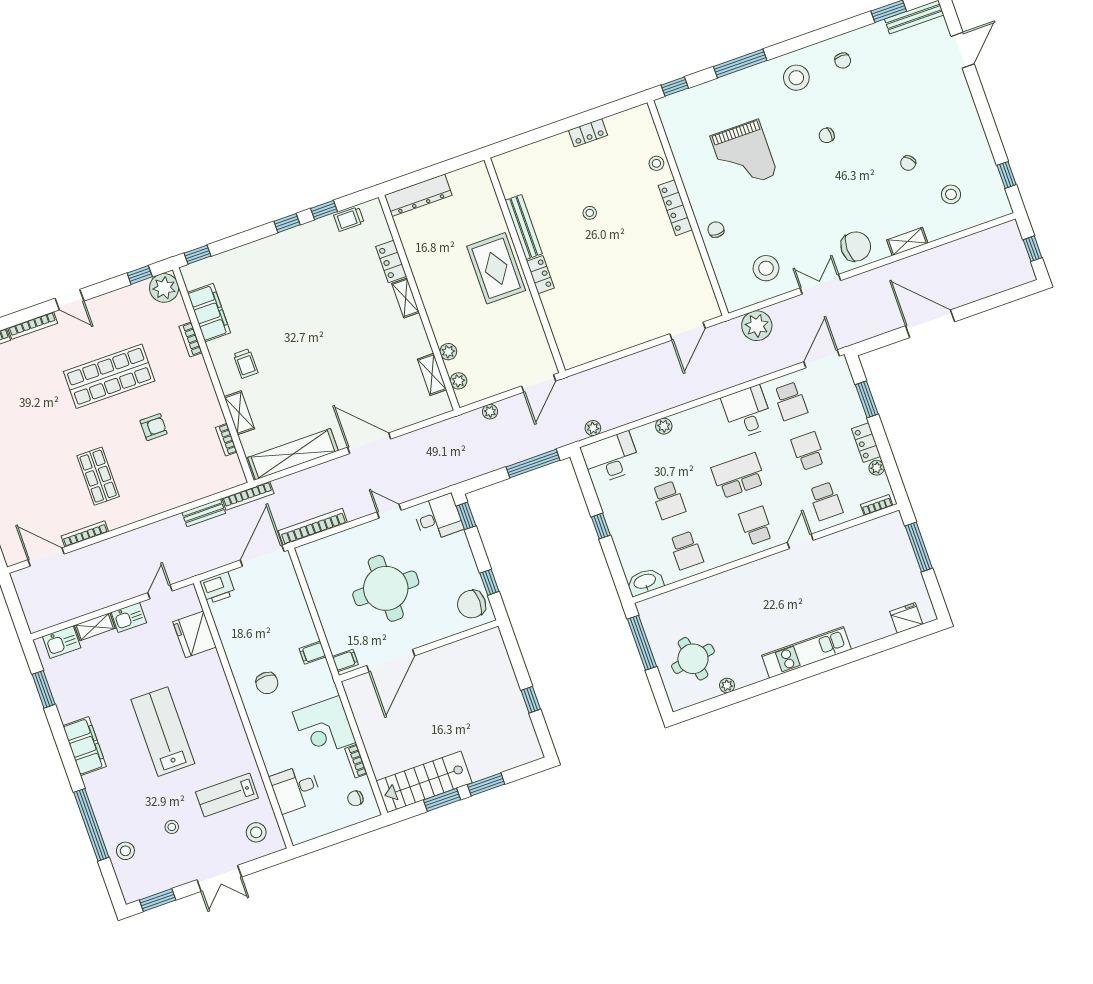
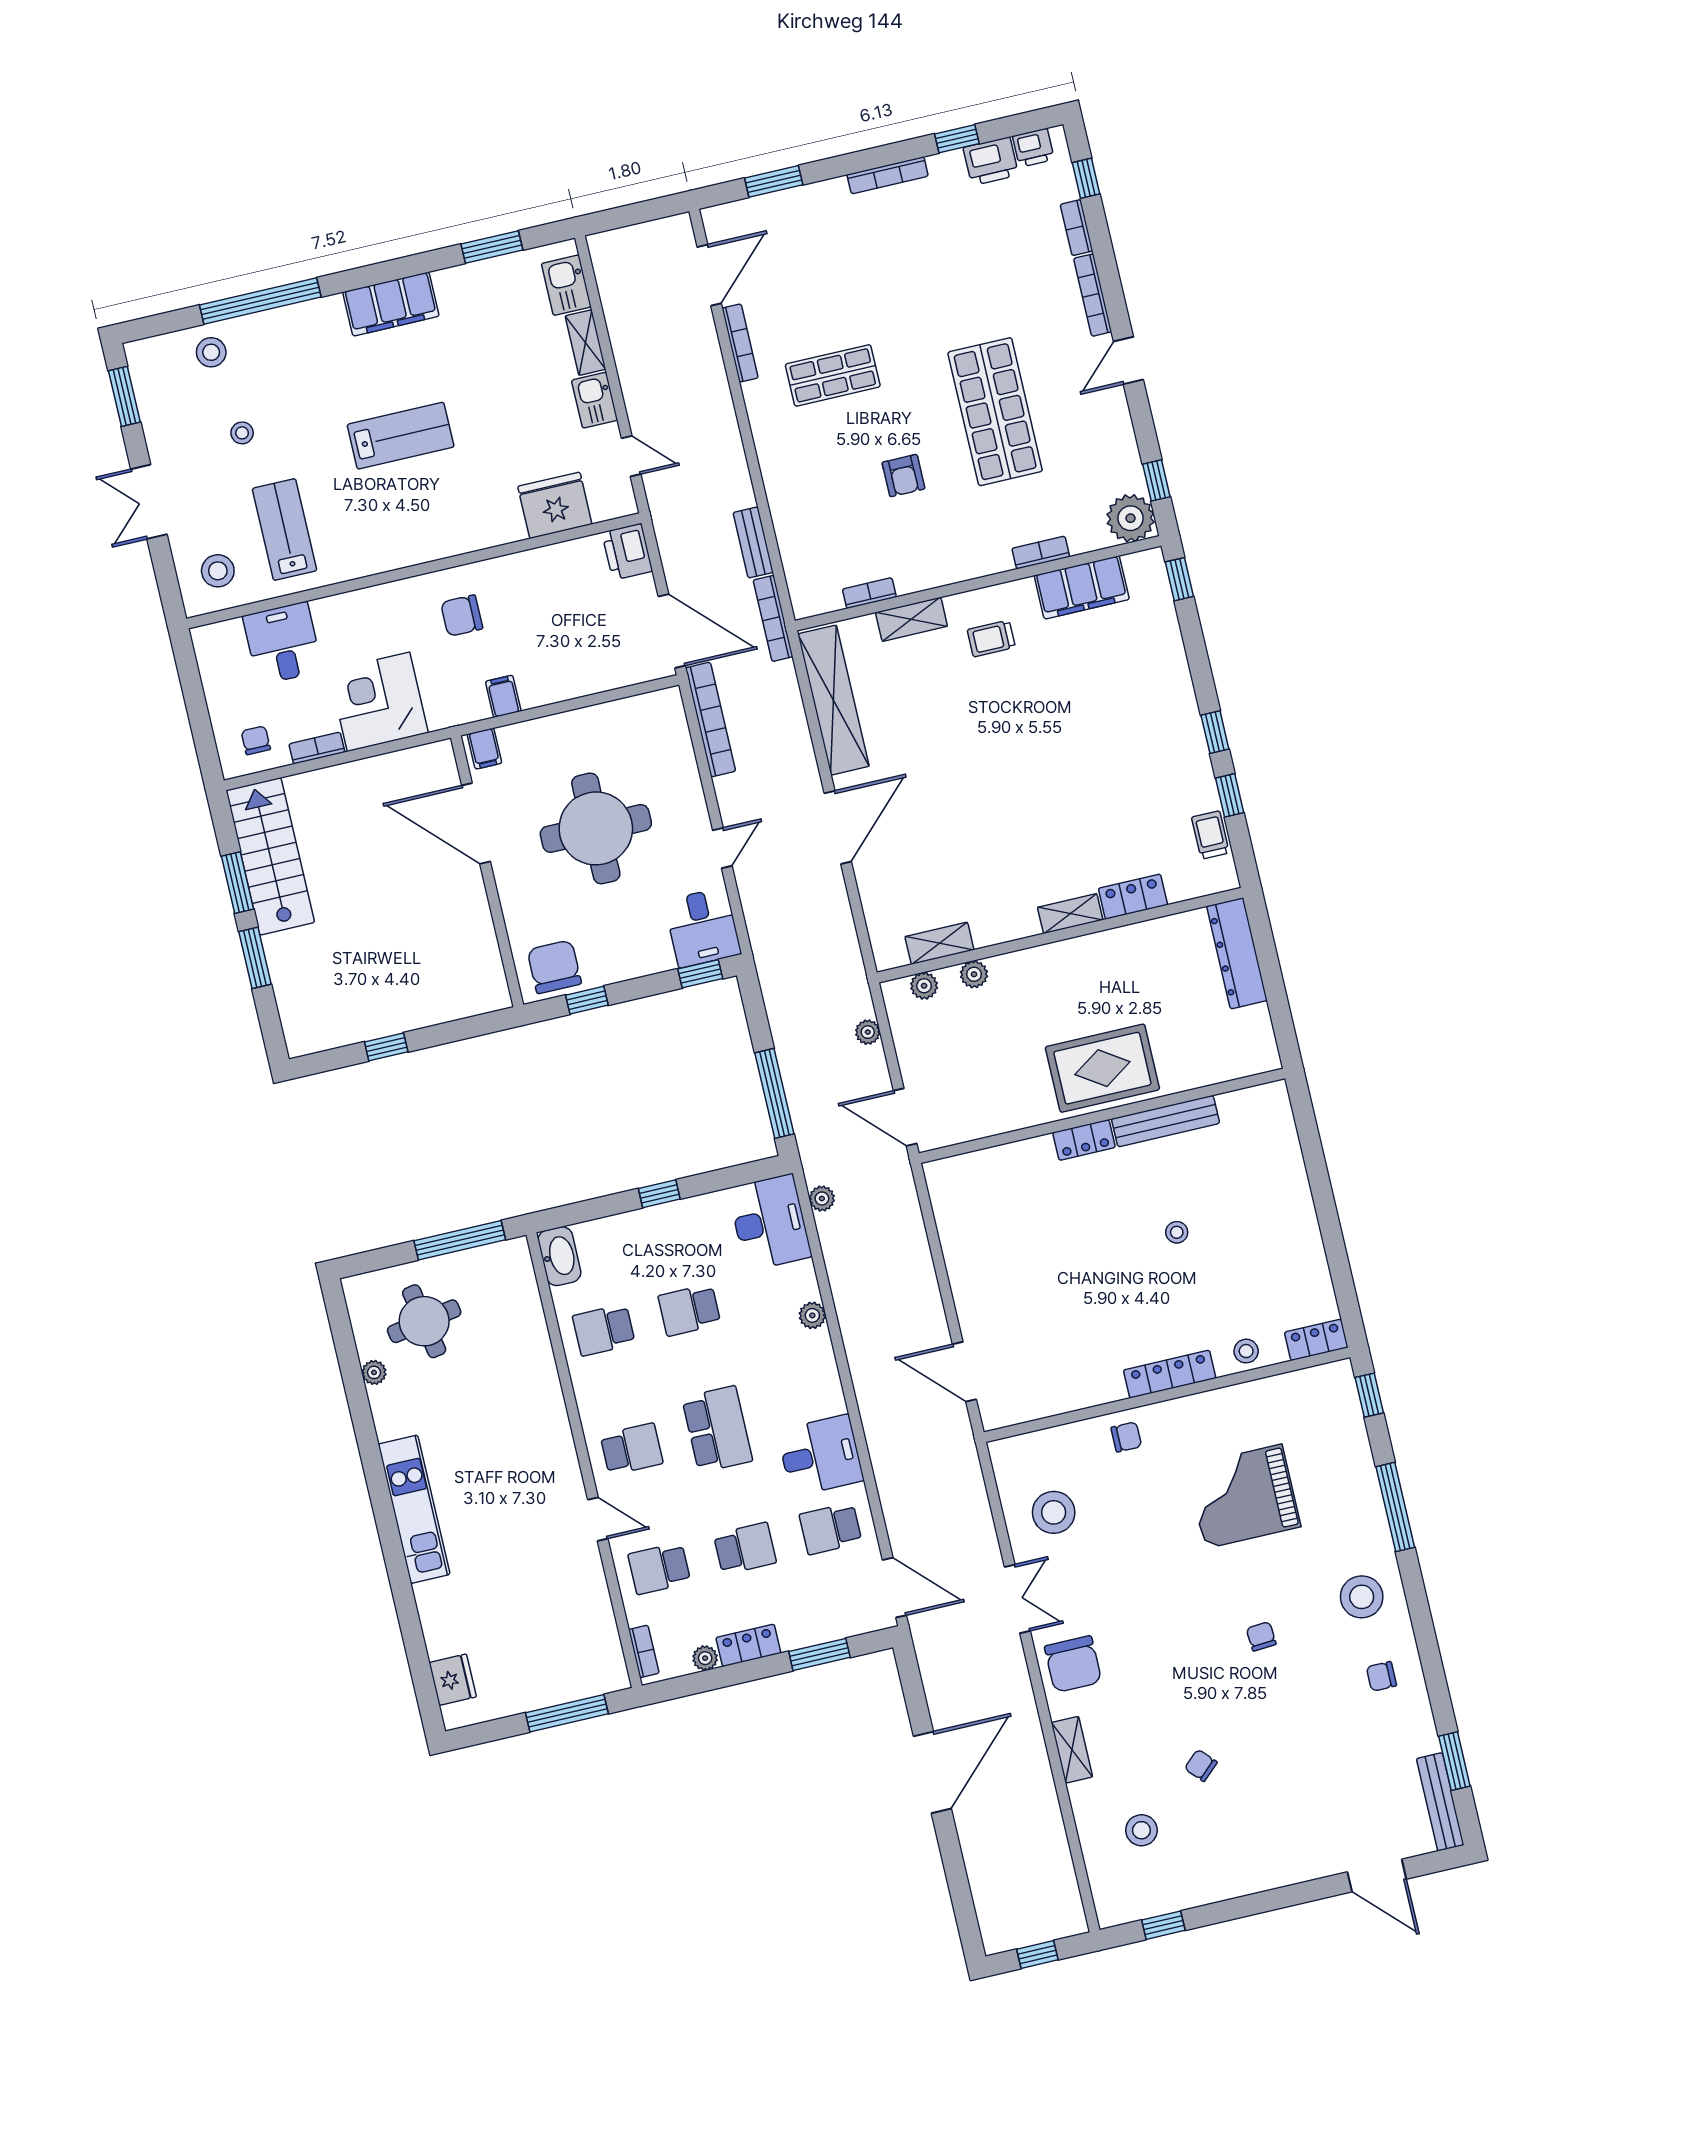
locker: (588, 133) -> (1316, 1340), moved, turned 90
plant: (757, 326) -> (961, 1487), removed
lab bench: (163, 732) -> (401, 436), width x0.73, depth x0.72

